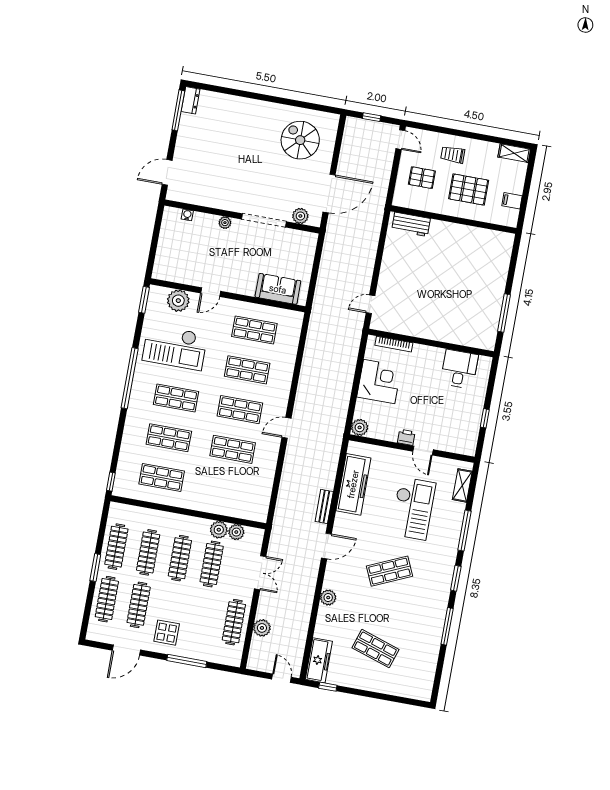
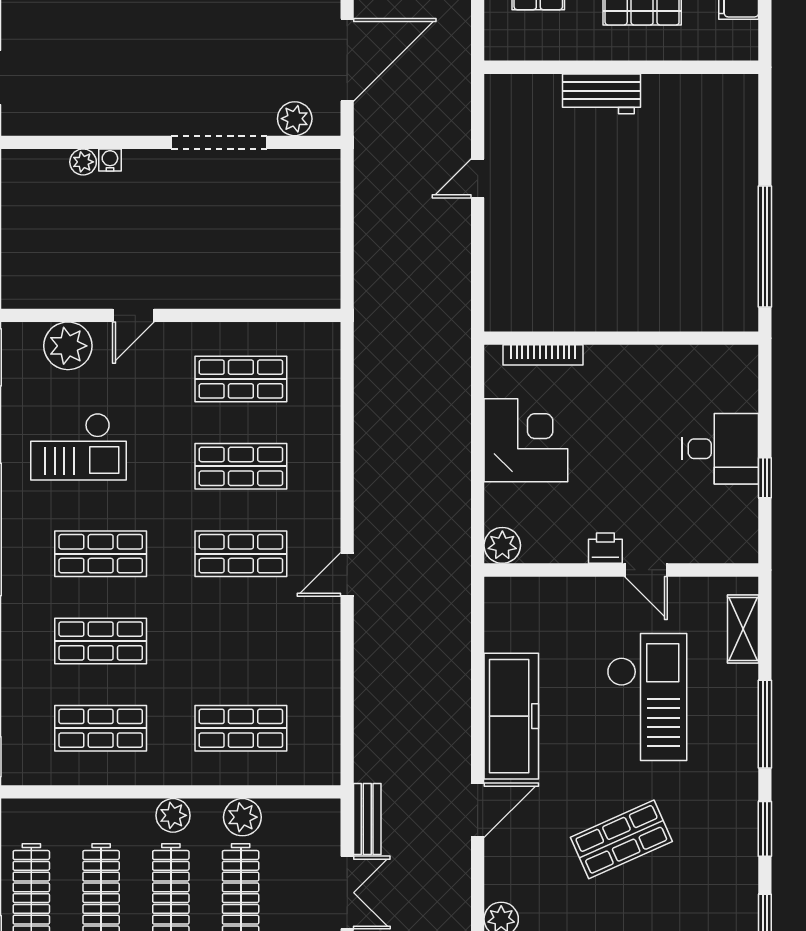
water cooler: (187, 215) -> (110, 160), moved
plant: (225, 223) -> (83, 162), moved
workbench: (411, 224) -> (601, 94), moved
sofa: (278, 289) -> (275, 282), removed
door: (370, 304) -> (478, 178), moved
window: (504, 313) -> (765, 246), width x1.46
checkout: (175, 347) -> (79, 447), width x0.73, depth x0.83
desk: (459, 369) -> (720, 449), moved, turned 90
shop shelf: (233, 449) -> (241, 728), moved
freezer: (353, 484) -> (511, 716), moved
bench: (324, 507) -> (367, 819), moved
plant: (236, 532) -> (173, 815), moved

